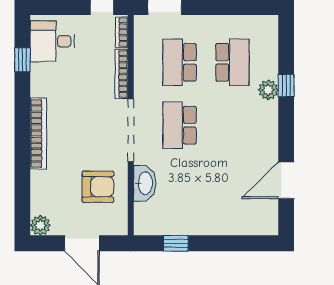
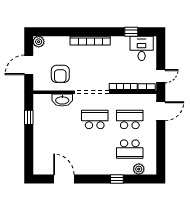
plant: (268, 90) -> (139, 169), moved

